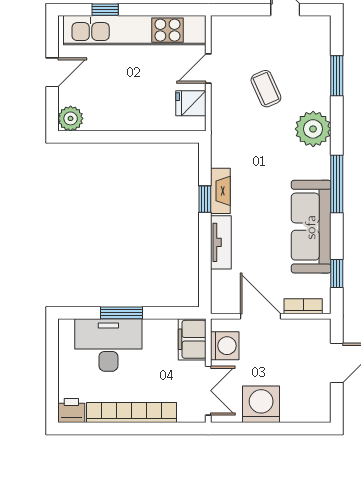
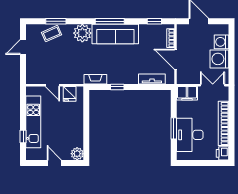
kitchen unit: (135, 30) -> (33, 122), width x0.73
coffee table: (266, 89) -> (52, 34), moved
fireplace: (220, 191) -> (95, 79), moved
sofa: (311, 227) -> (115, 34), moved
tv unit: (221, 242) -> (152, 79), moved
door: (261, 316) -> (176, 59), hinge flipped
washing machine: (225, 346) -> (221, 42), moved, turned -90

